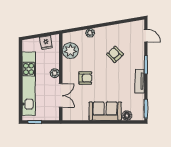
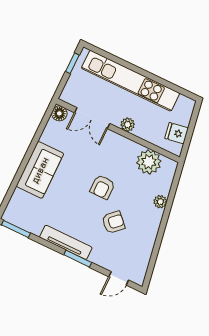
armchair: (85, 78) -> (102, 187), moved
tv unit: (140, 81) -> (66, 242), width x1.41
floor lamp: (127, 116) -> (59, 113), moved

